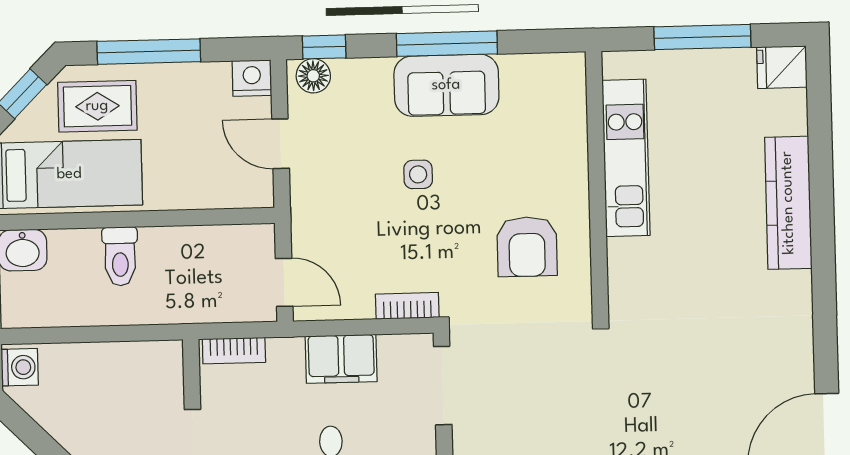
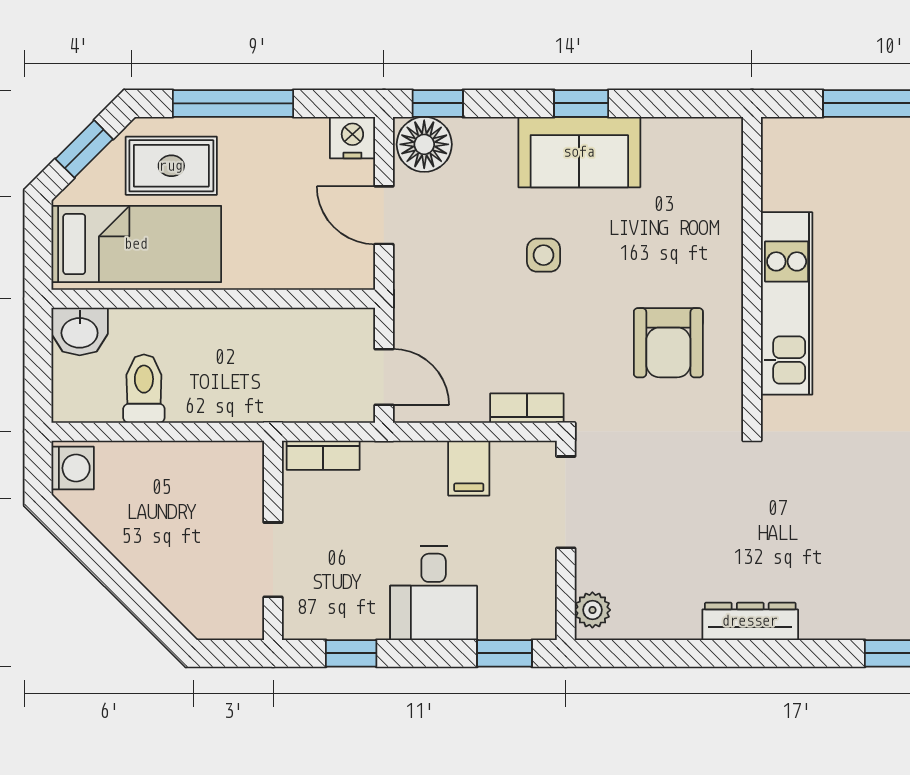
window: (447, 44) -> (581, 103), width x0.46
floor lamp: (313, 76) -> (424, 144), width x1.38, depth x1.38
kitchen unit: (626, 158) -> (787, 303), moved
toilet: (120, 256) -> (144, 389), moved, turned 180
filing cabinet: (341, 359) -> (469, 468), width x0.50

